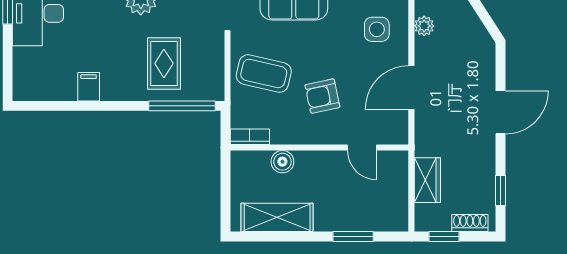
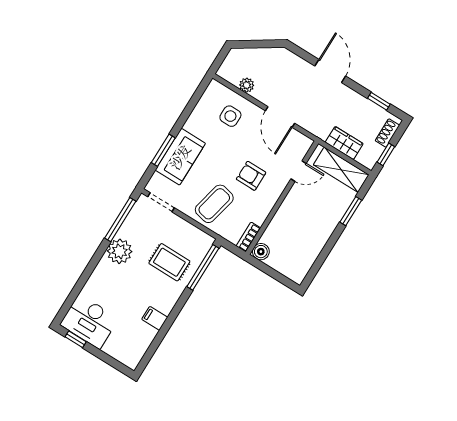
armchair: (322, 96) -> (251, 176), turned 102
boiler: (282, 162) -> (261, 252), moved
shelving: (277, 217) -> (341, 170), moved, turned 90

